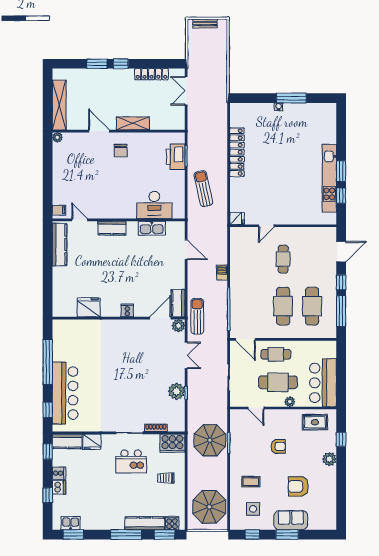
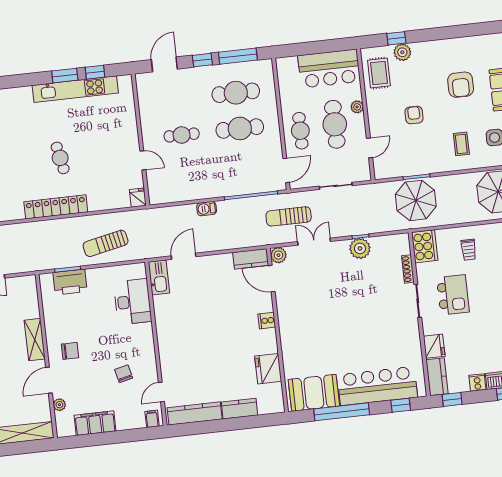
plant: (57, 137) -> (59, 405), moved
cafe table: (276, 160) -> (60, 158), added
filing cabinet: (61, 164) -> (95, 423), added
chair: (98, 191) -> (124, 374), added
kitchen counter: (112, 228) -> (239, 409), moved, turned -90
kitchen sink: (152, 228) -> (159, 277), moved
door: (341, 252) -> (164, 64), hinge flipped
sun lounger: (197, 316) -> (289, 216), moved
booth: (65, 342) -> (314, 393), added
plant: (329, 459) -> (402, 52), moved

